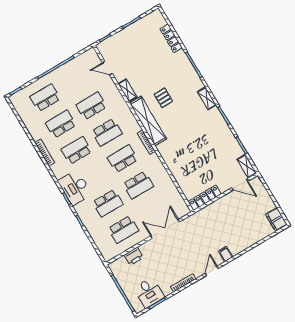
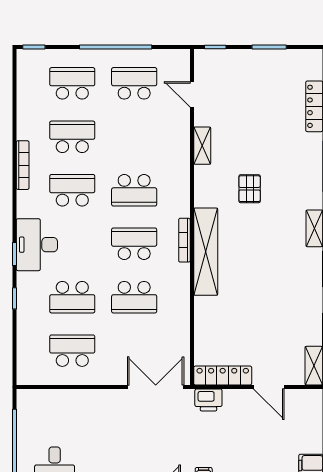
school desk: (91, 106) -> (134, 83), moved
shelving: (148, 121) -> (206, 252), moved
door: (240, 185) -> (269, 387), moved
school desk: (123, 229) -> (72, 351), turned 180
double door: (165, 229) -> (156, 387), moved
printer: (134, 256) -> (208, 400), moved

